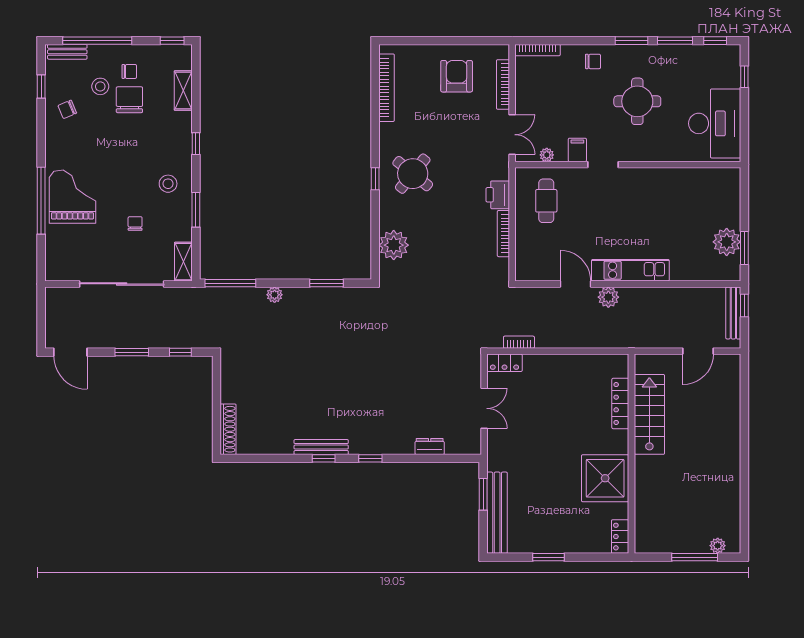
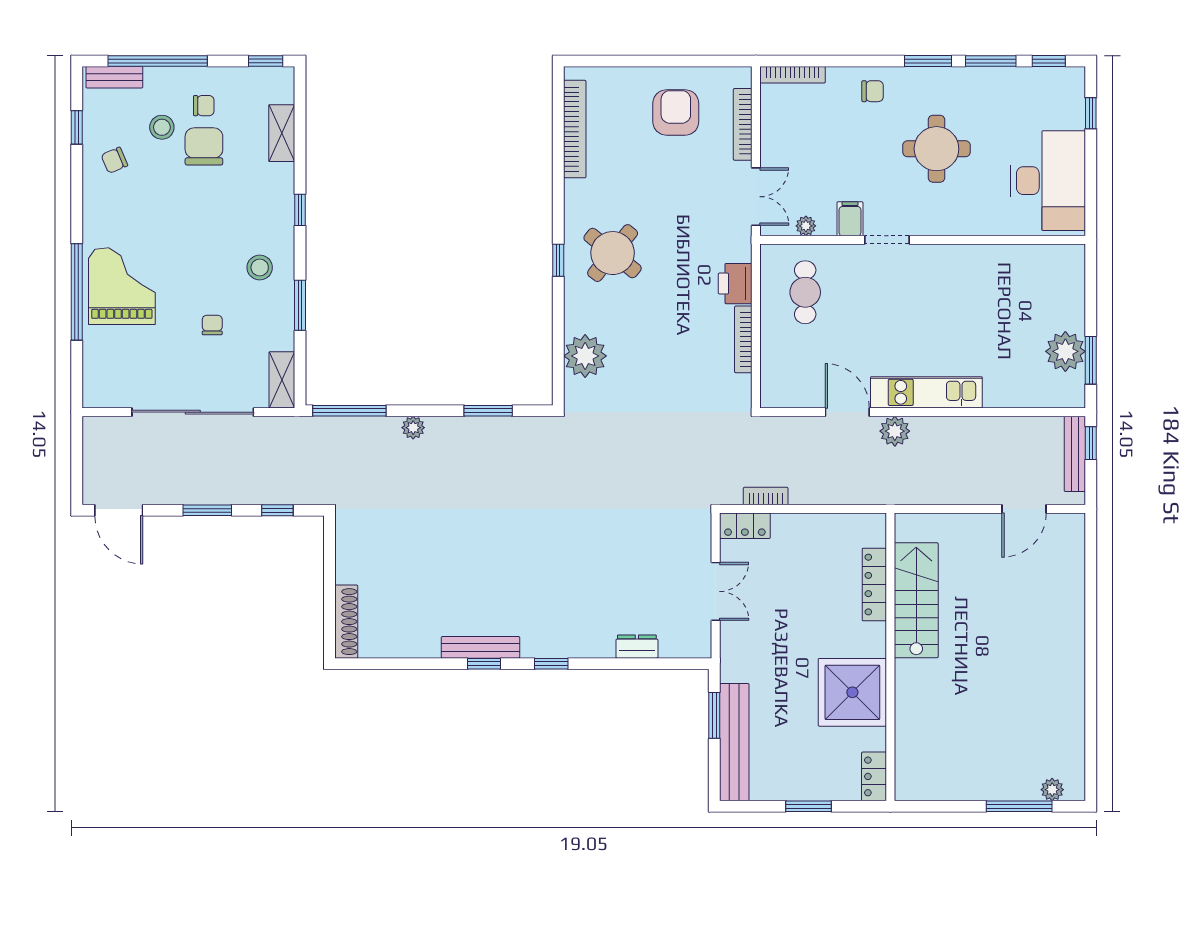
locker: (620, 403) -> (874, 585), moved
stairs: (649, 414) -> (916, 600), moved
wall: (632, 454) -> (890, 657), moved
shower: (605, 478) -> (852, 692), moved
locker: (620, 537) -> (874, 776), moved

